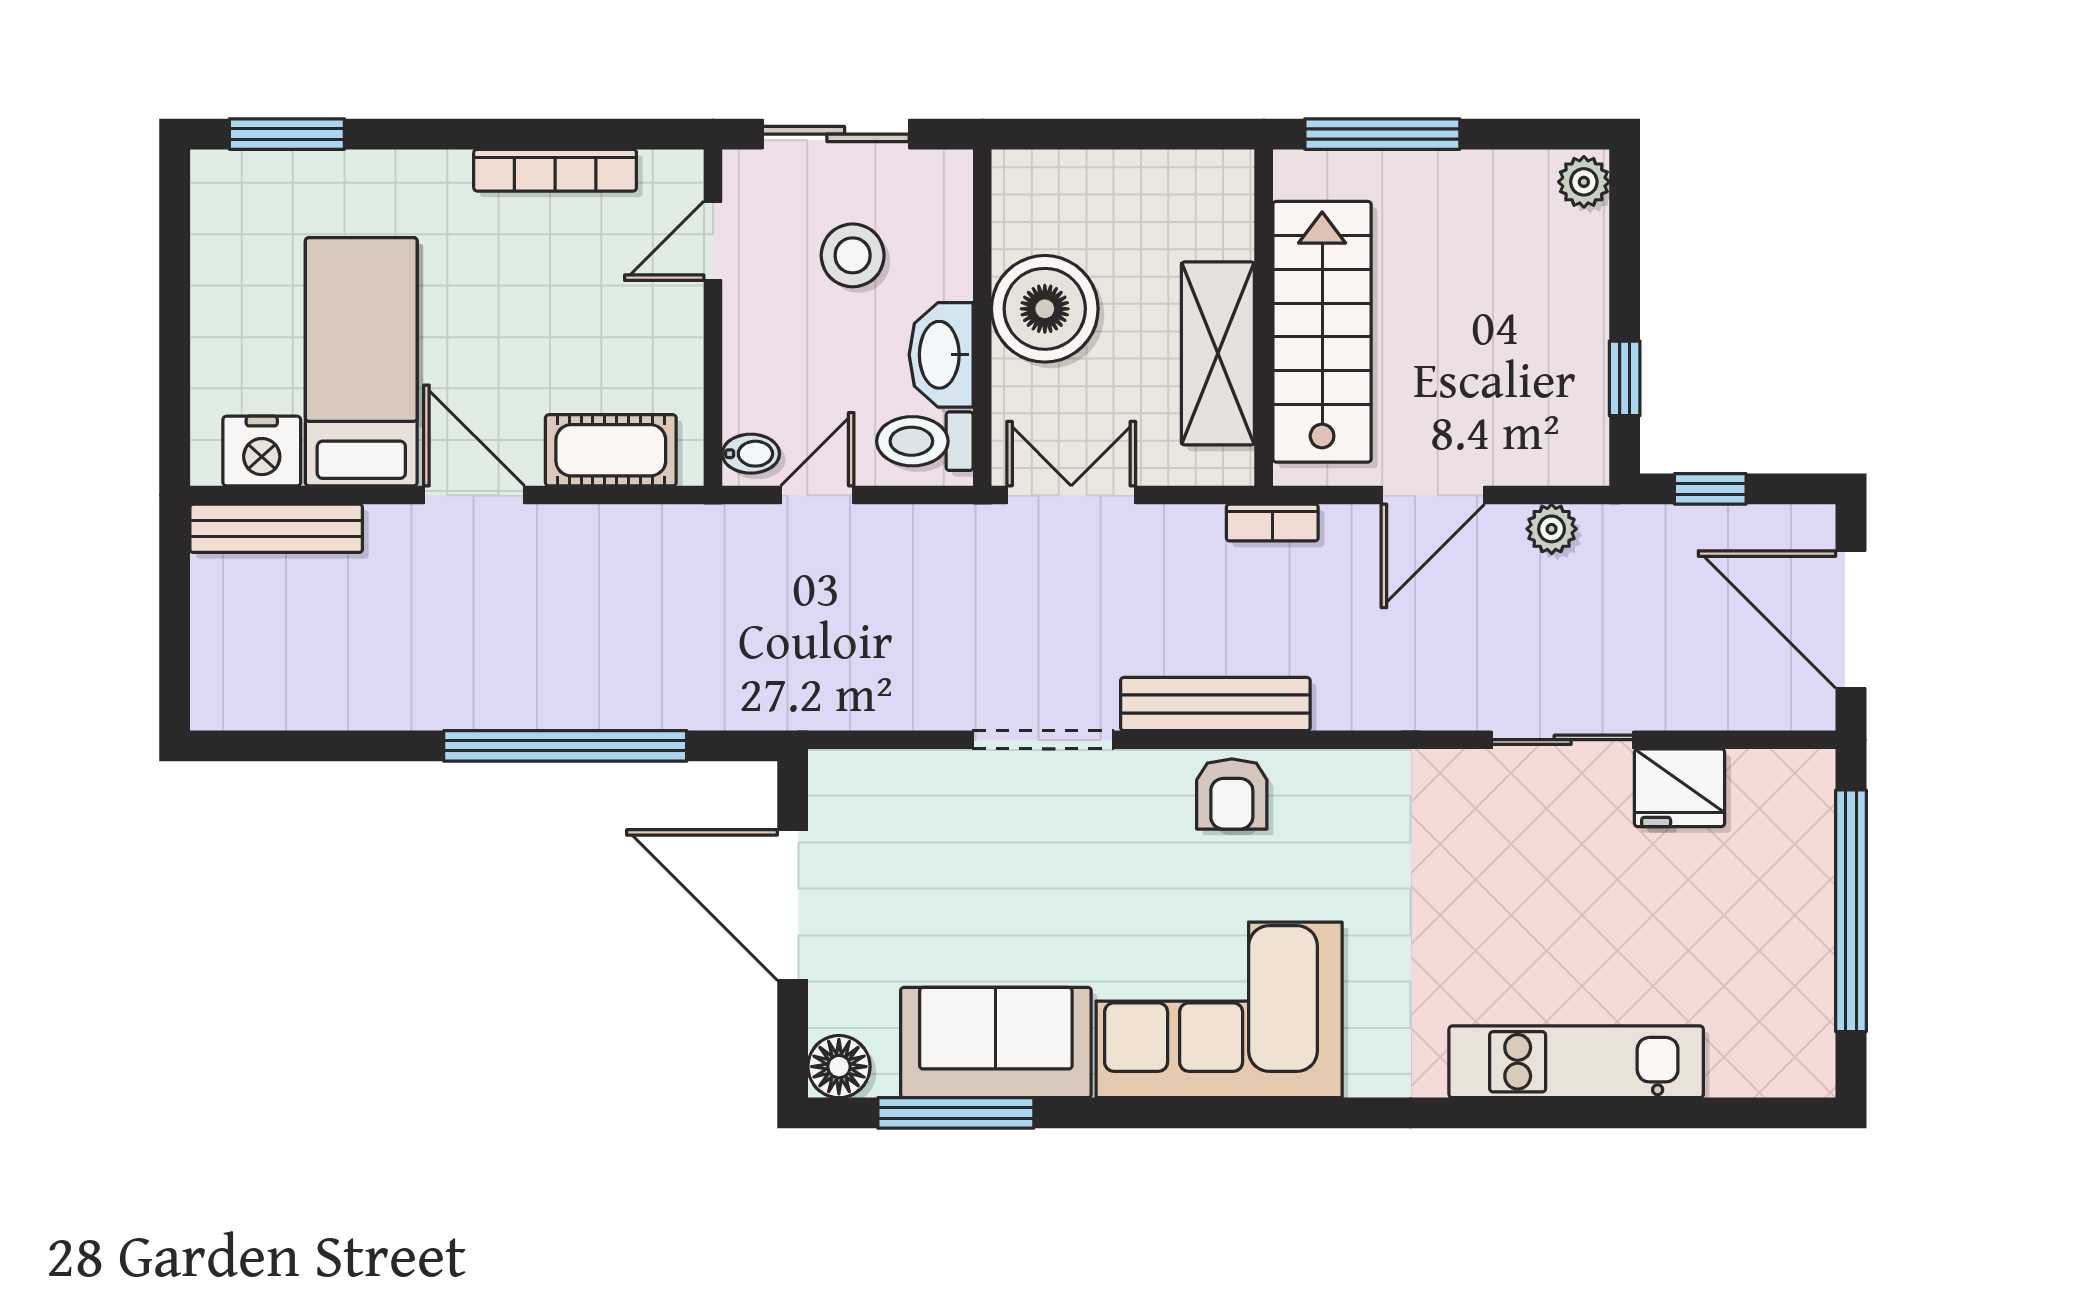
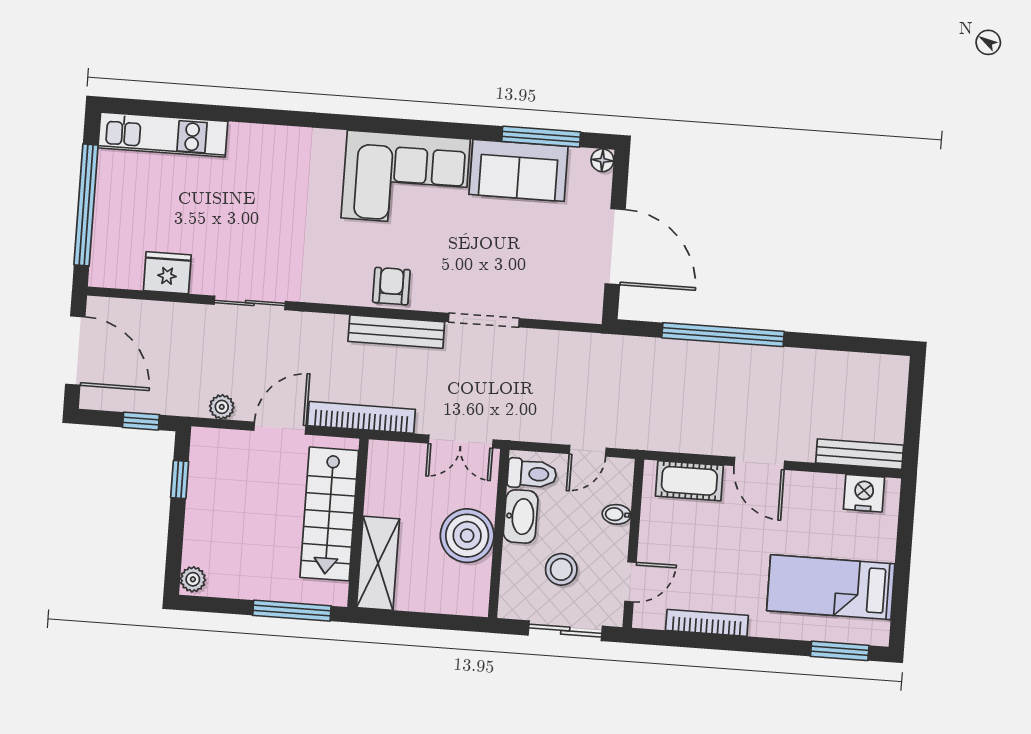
shelving: (1218, 353) -> (378, 563), moved
bed: (361, 362) -> (831, 587), moved, turned 90
bidet: (751, 454) -> (616, 514), moved
bookcase: (1272, 523) -> (361, 417), width x2.31, depth x1.31
sliding door: (1563, 740) -> (250, 303), moved
kitchen unit: (1576, 1062) -> (163, 135), moved
floor lamp: (839, 1067) -> (602, 160), width x0.73, depth x0.73

